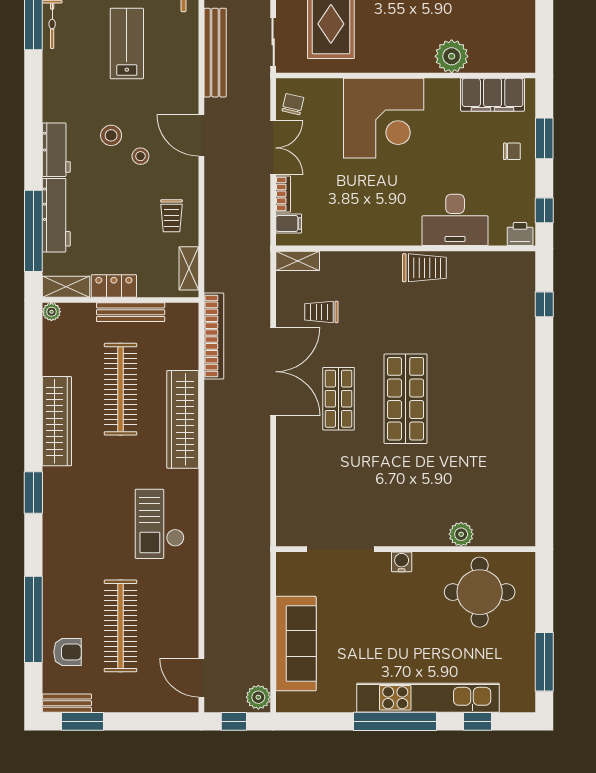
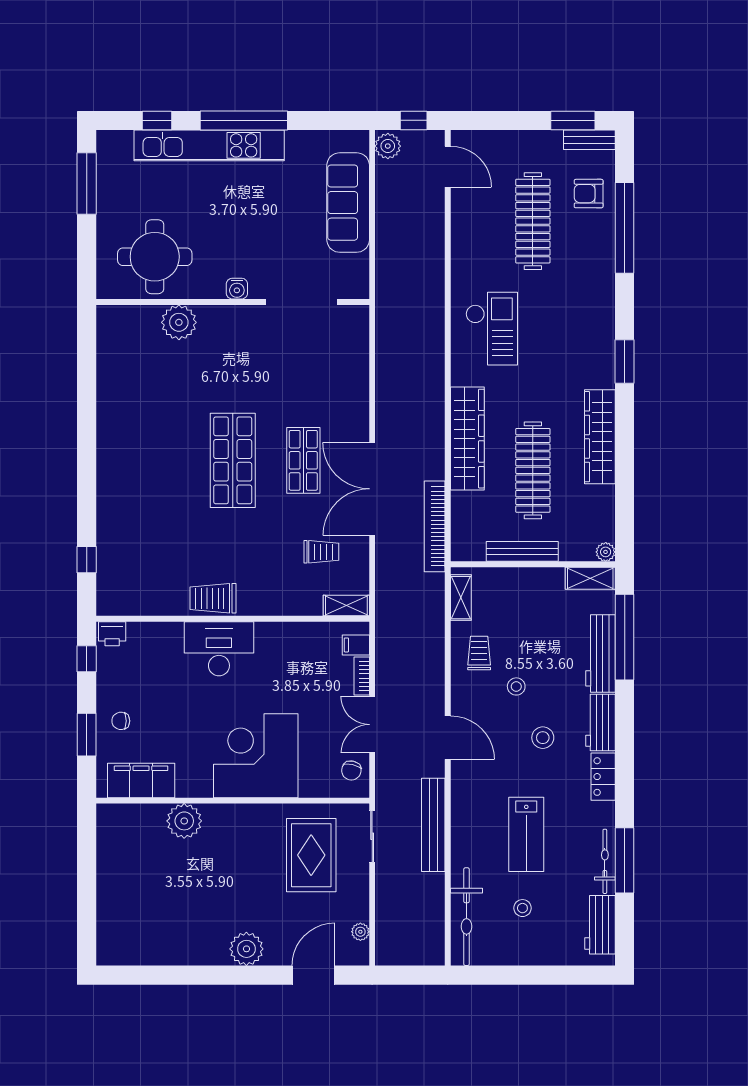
stool: (140, 156) -> (516, 686), moved
desk: (455, 220) -> (219, 649), moved
locker: (114, 286) -> (603, 777), moved, turned 90
plant: (461, 534) -> (179, 322), width x1.36, depth x1.36

